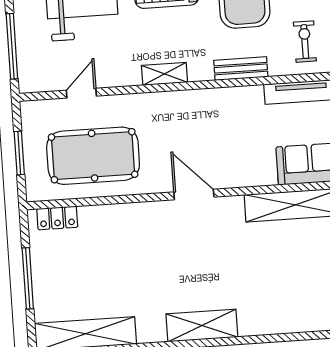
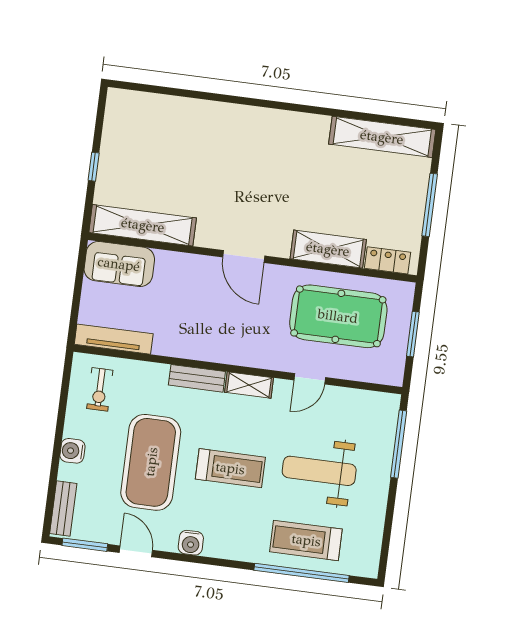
bench: (241, 69) -> (197, 378), moved
door: (81, 93) -> (310, 379), moved
shelving: (202, 325) -> (328, 249), moved

